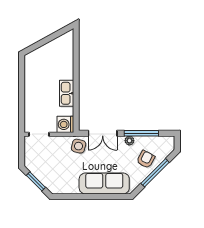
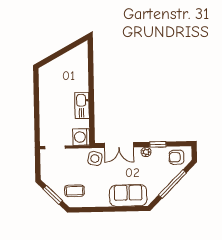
window: (141, 133) -> (158, 144), width x0.46
armchair: (146, 159) -> (177, 157), moved, turned -118
coffee table: (58, 178) -> (75, 191), added
sofa: (104, 183) -> (128, 196), width x0.73

